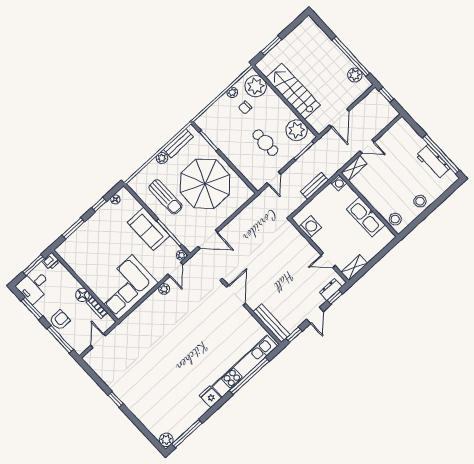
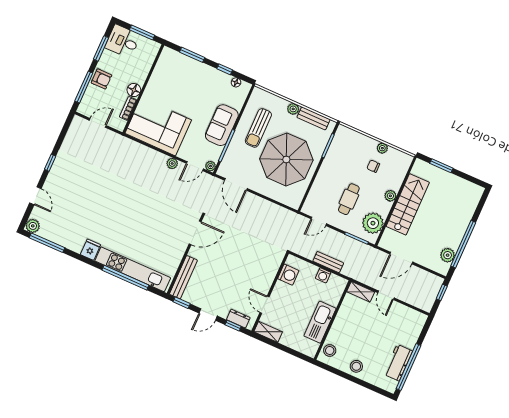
plant: (256, 86) -> (390, 196), moved, width x0.53, depth x0.53
washing machine: (339, 183) -> (323, 275), moved
printer: (51, 261) -> (153, 47), removed
door: (140, 426) -> (35, 196), added

